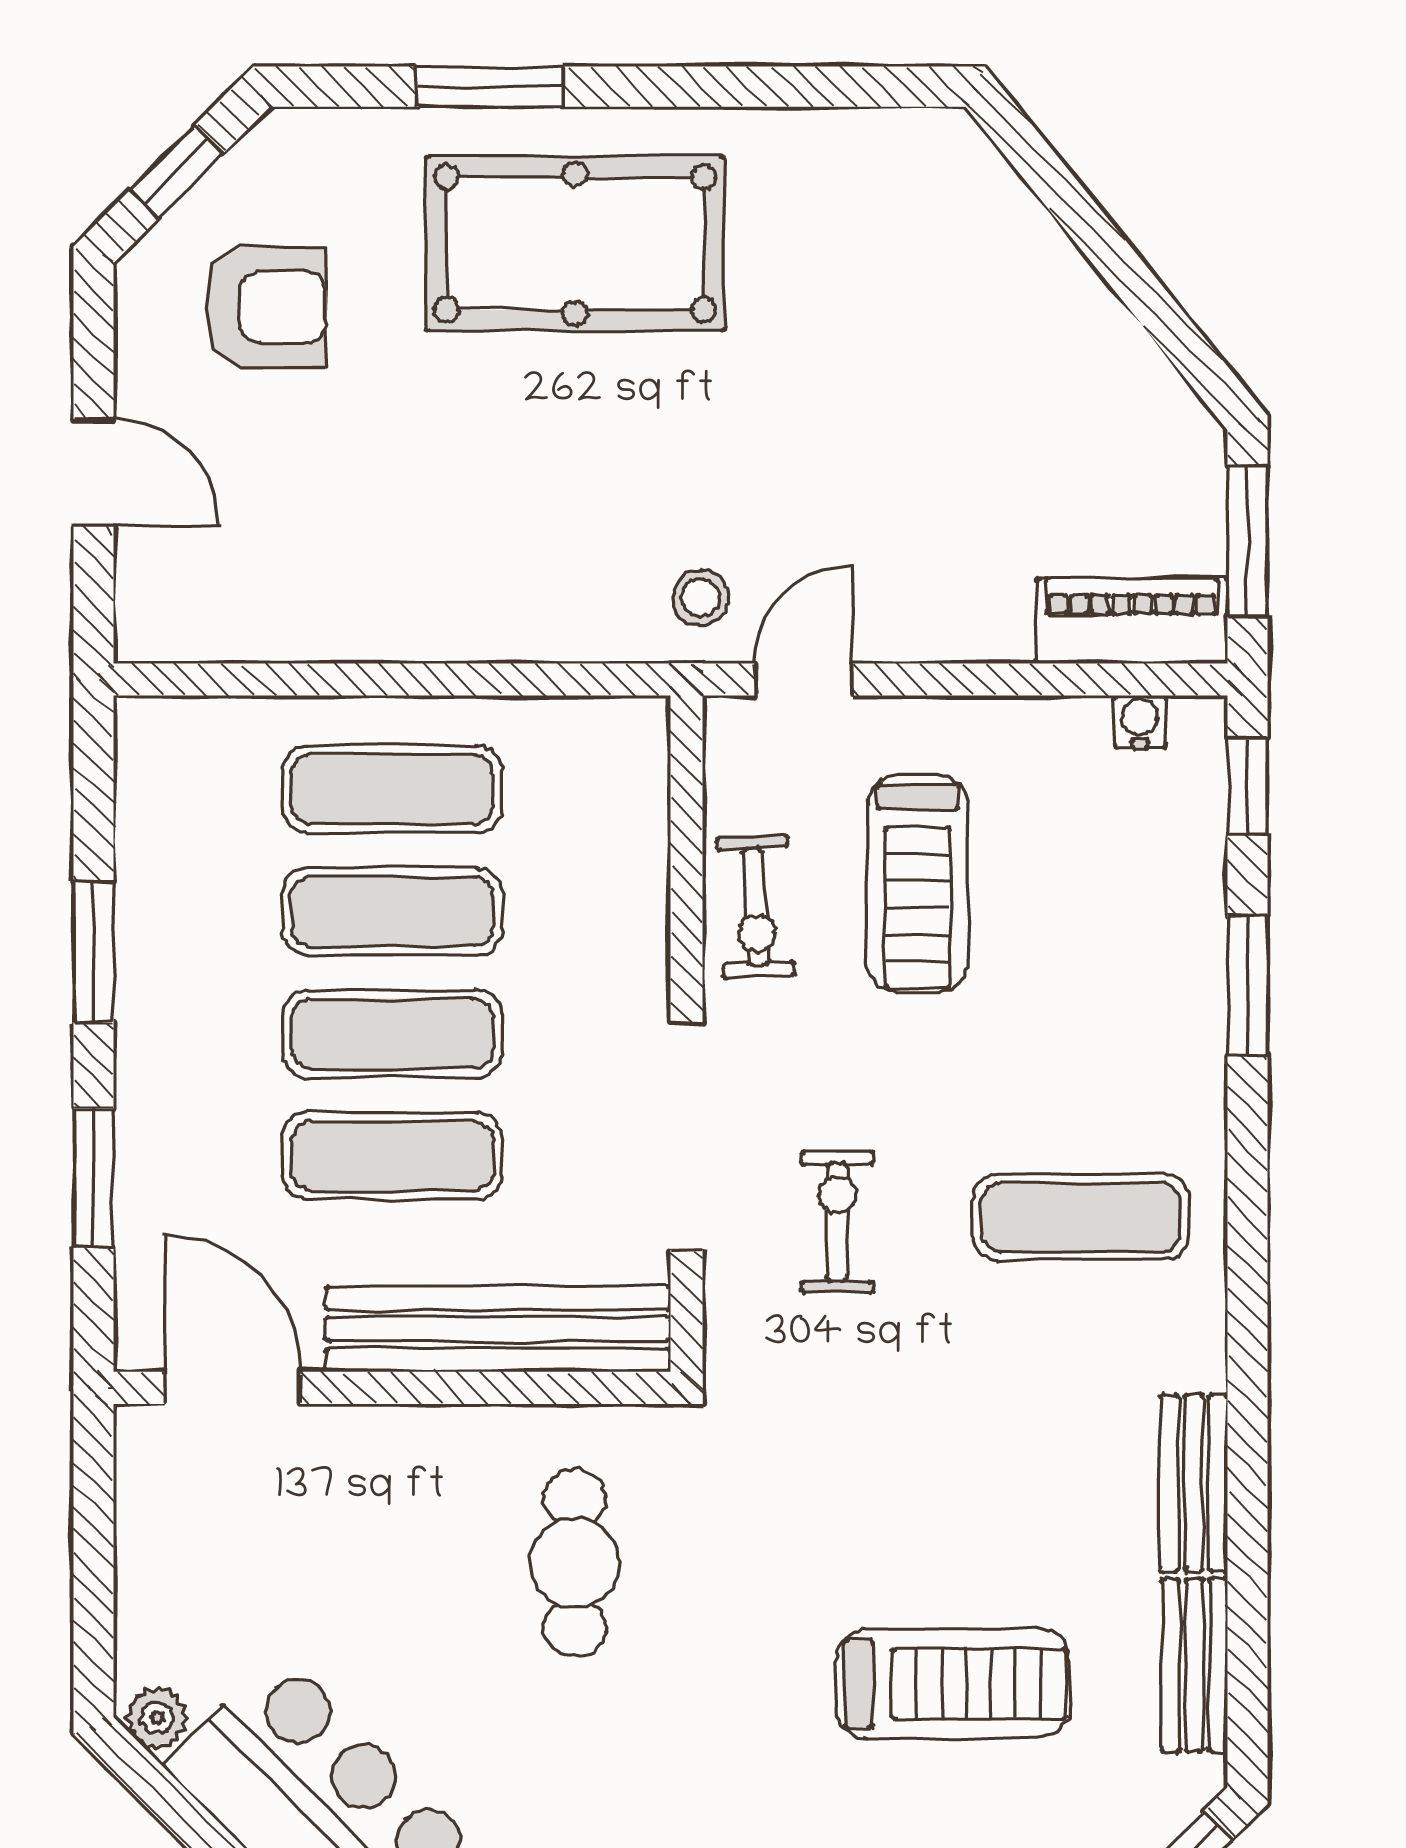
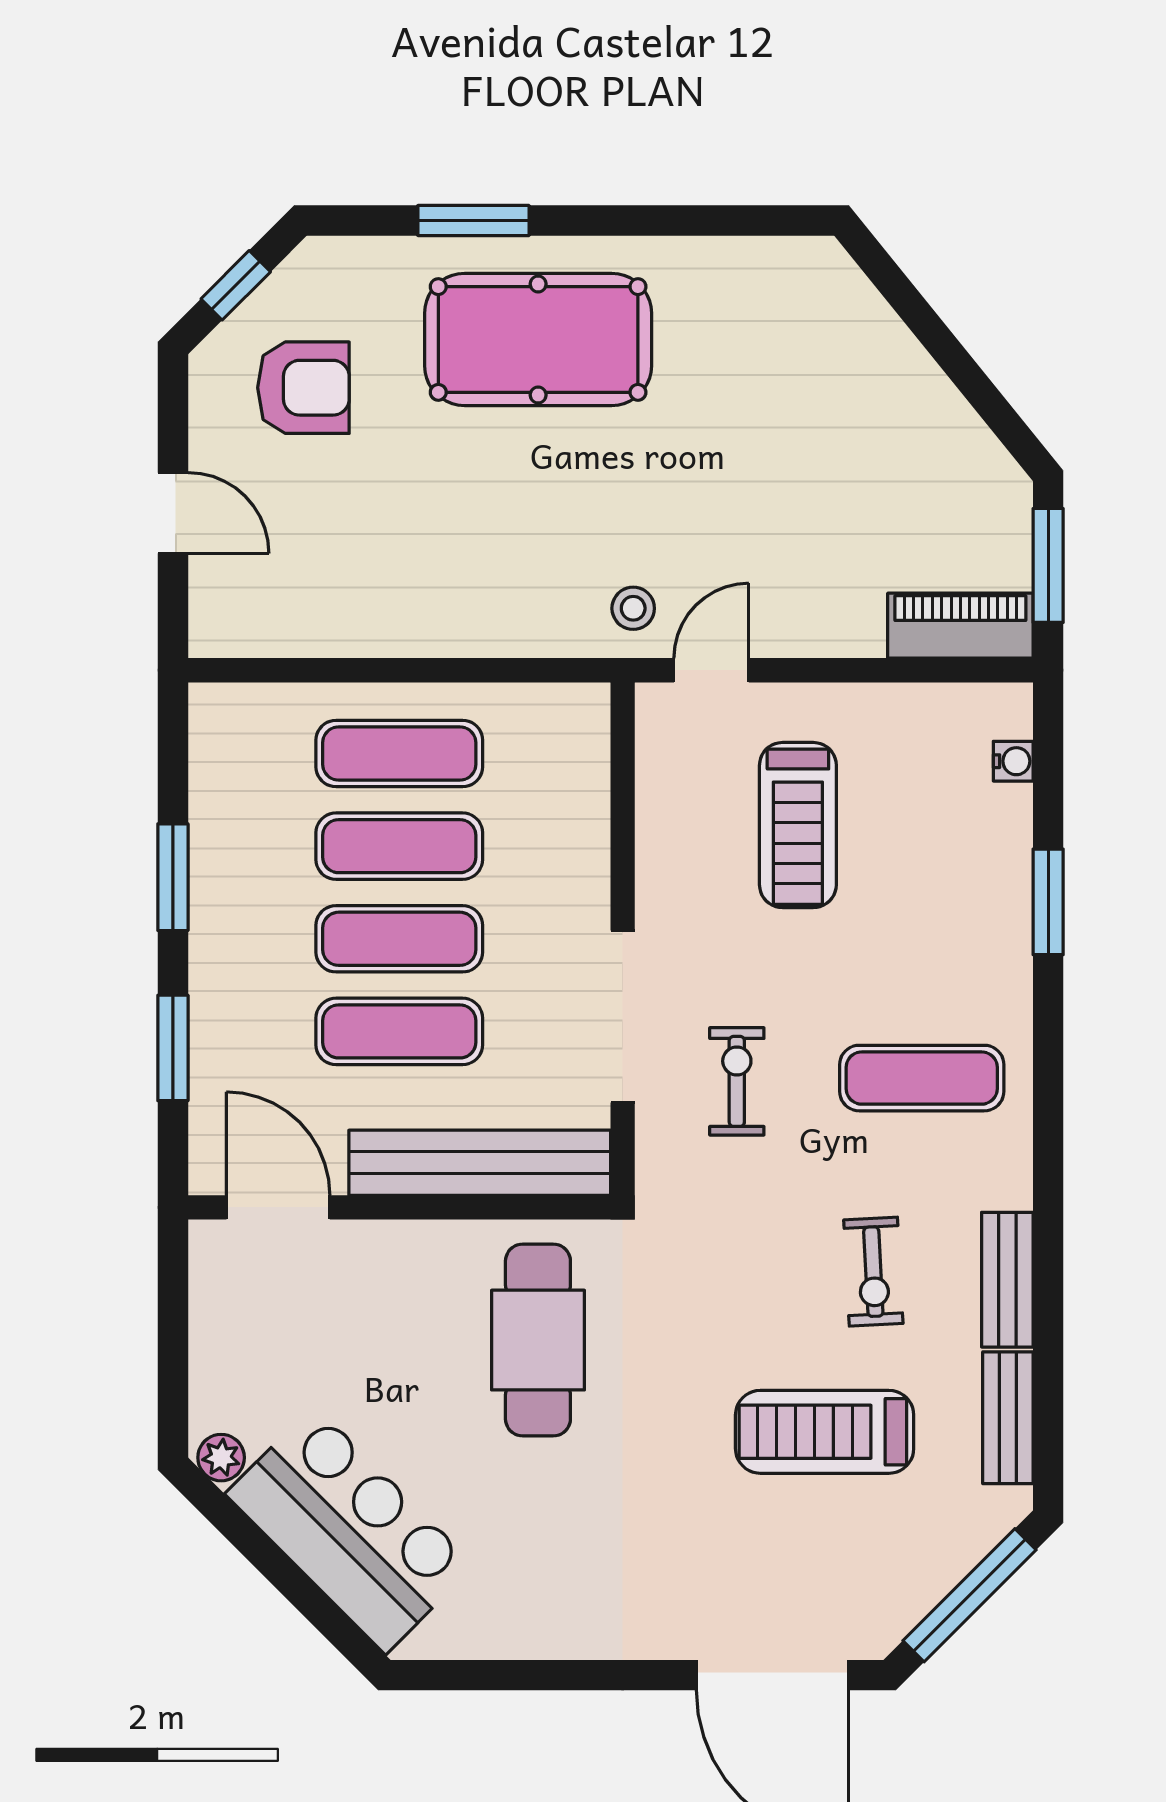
water cooler: (1140, 722) -> (1013, 761), moved, turned 90
window: (1248, 786) -> (1048, 751), removed
exercise bike: (755, 907) -> (873, 1272), moved
cafe table: (575, 1563) -> (538, 1340), width x1.37, depth x1.35
treadmill: (953, 1684) -> (825, 1432), turned 180

